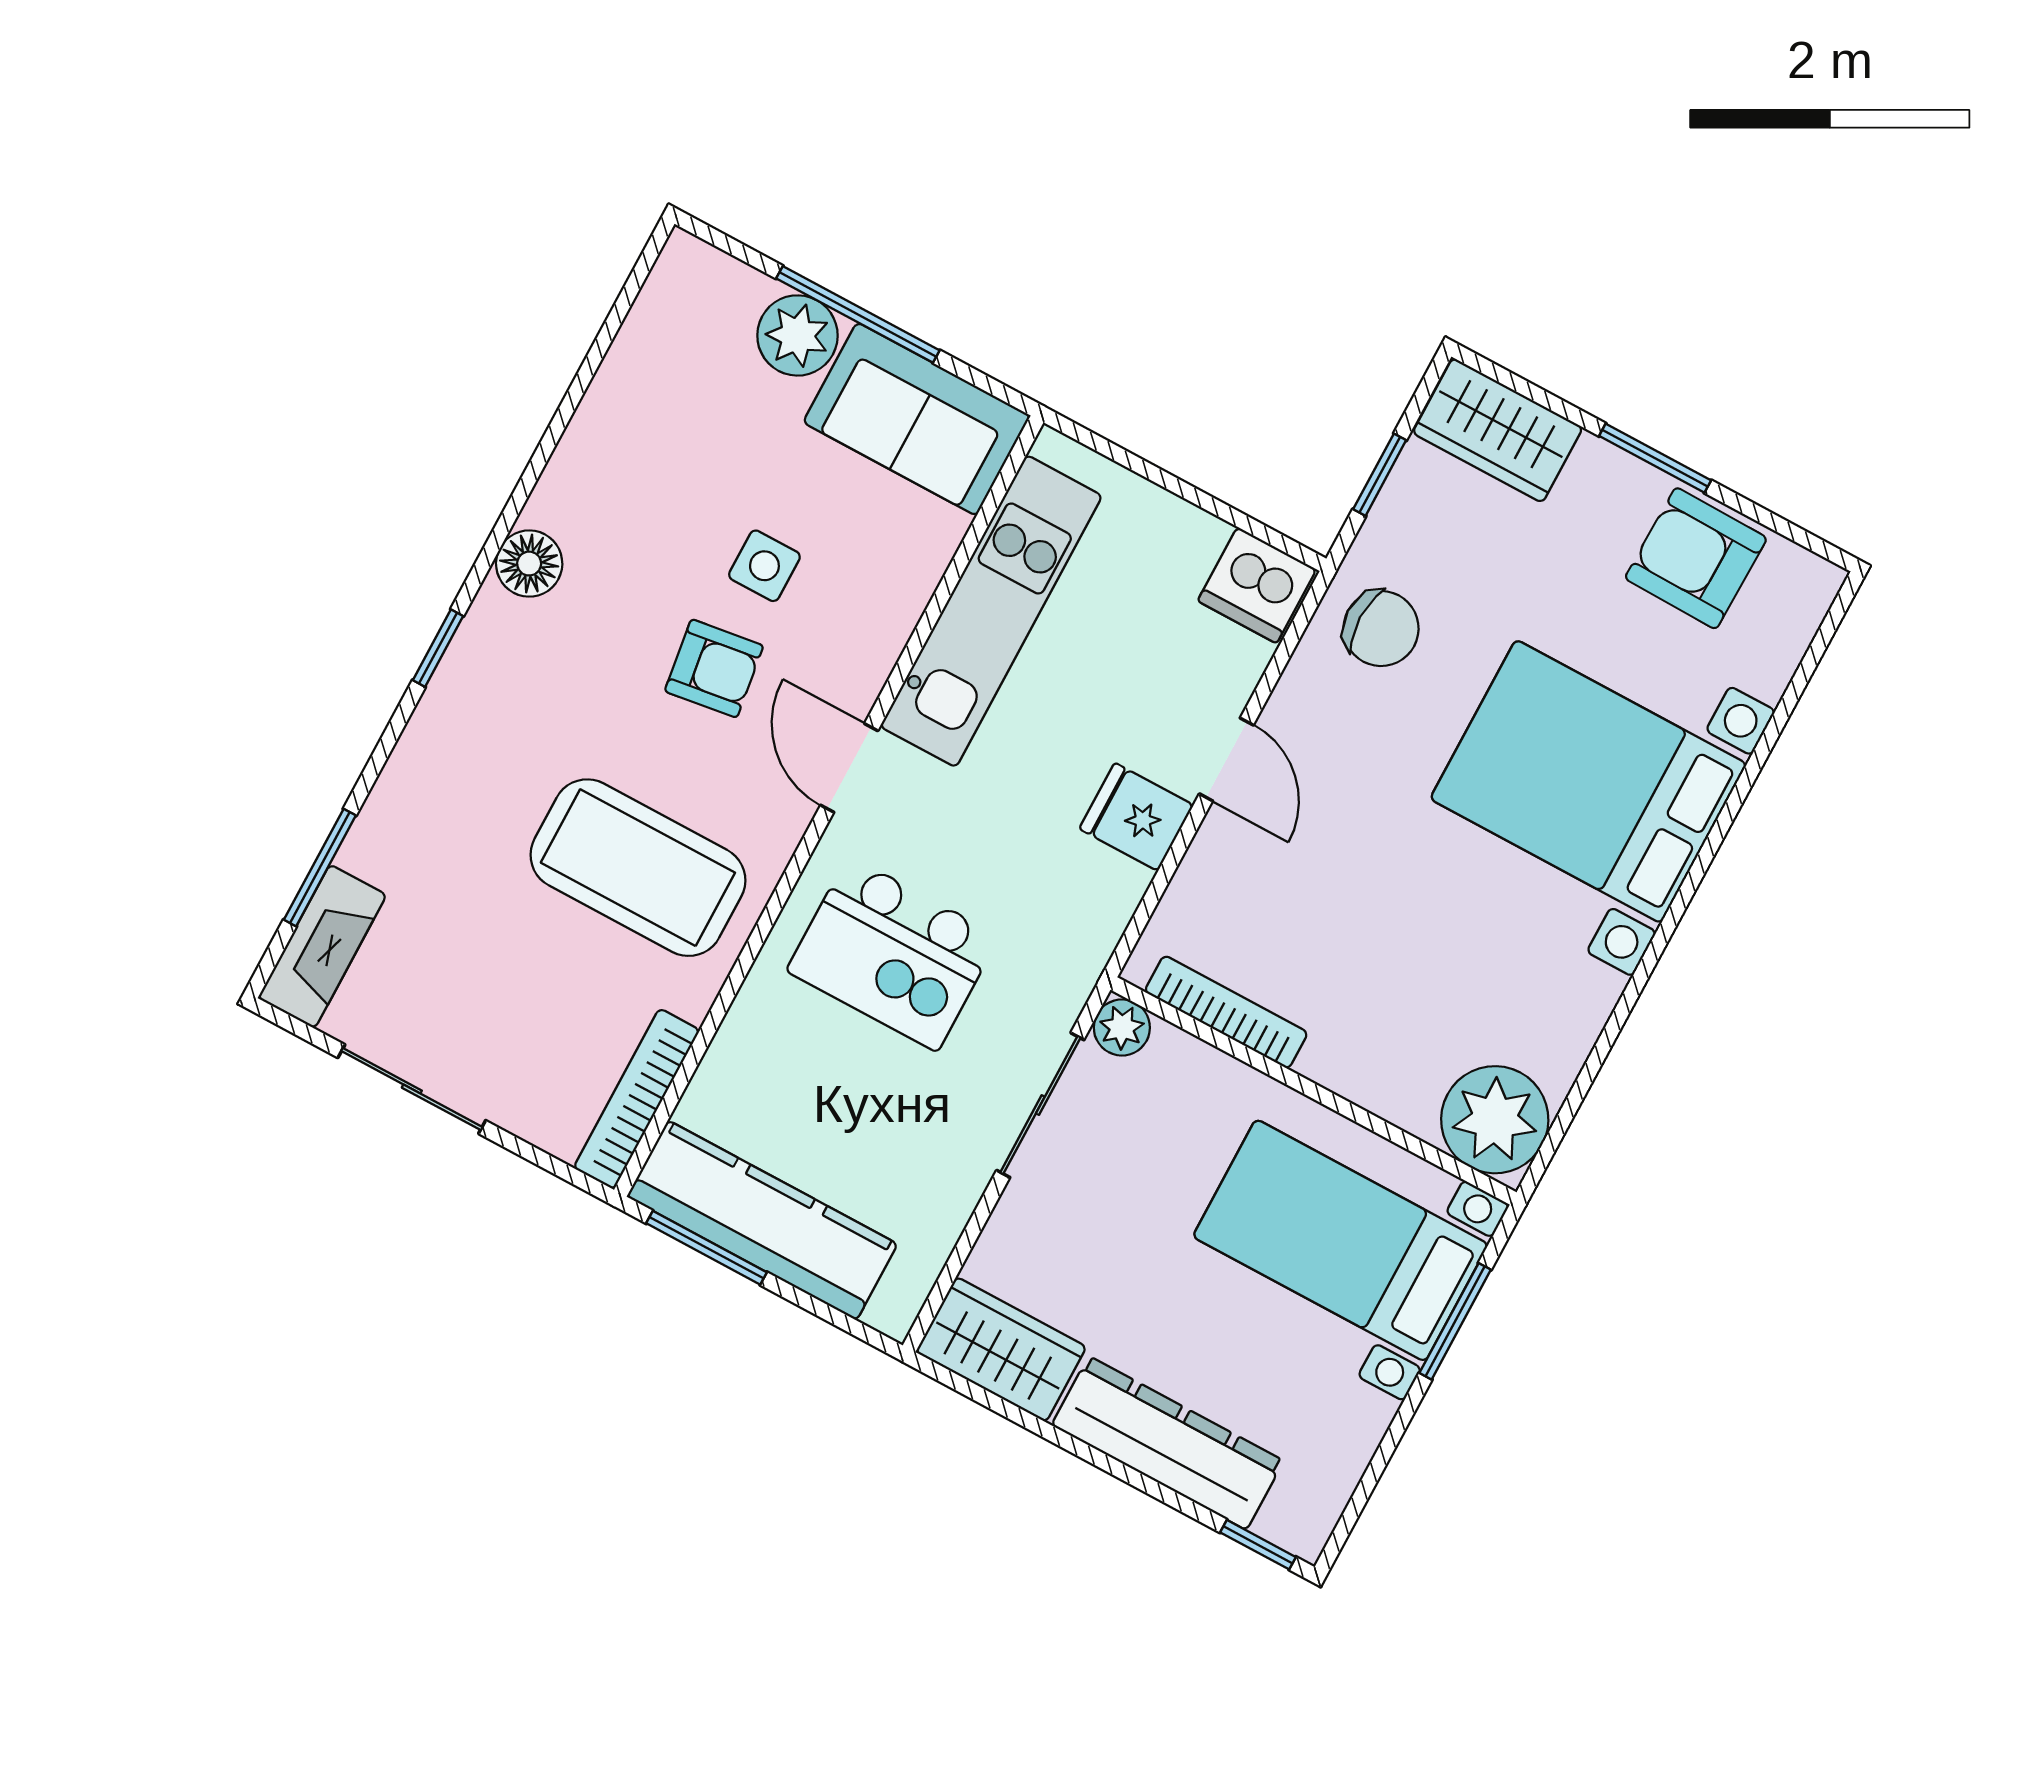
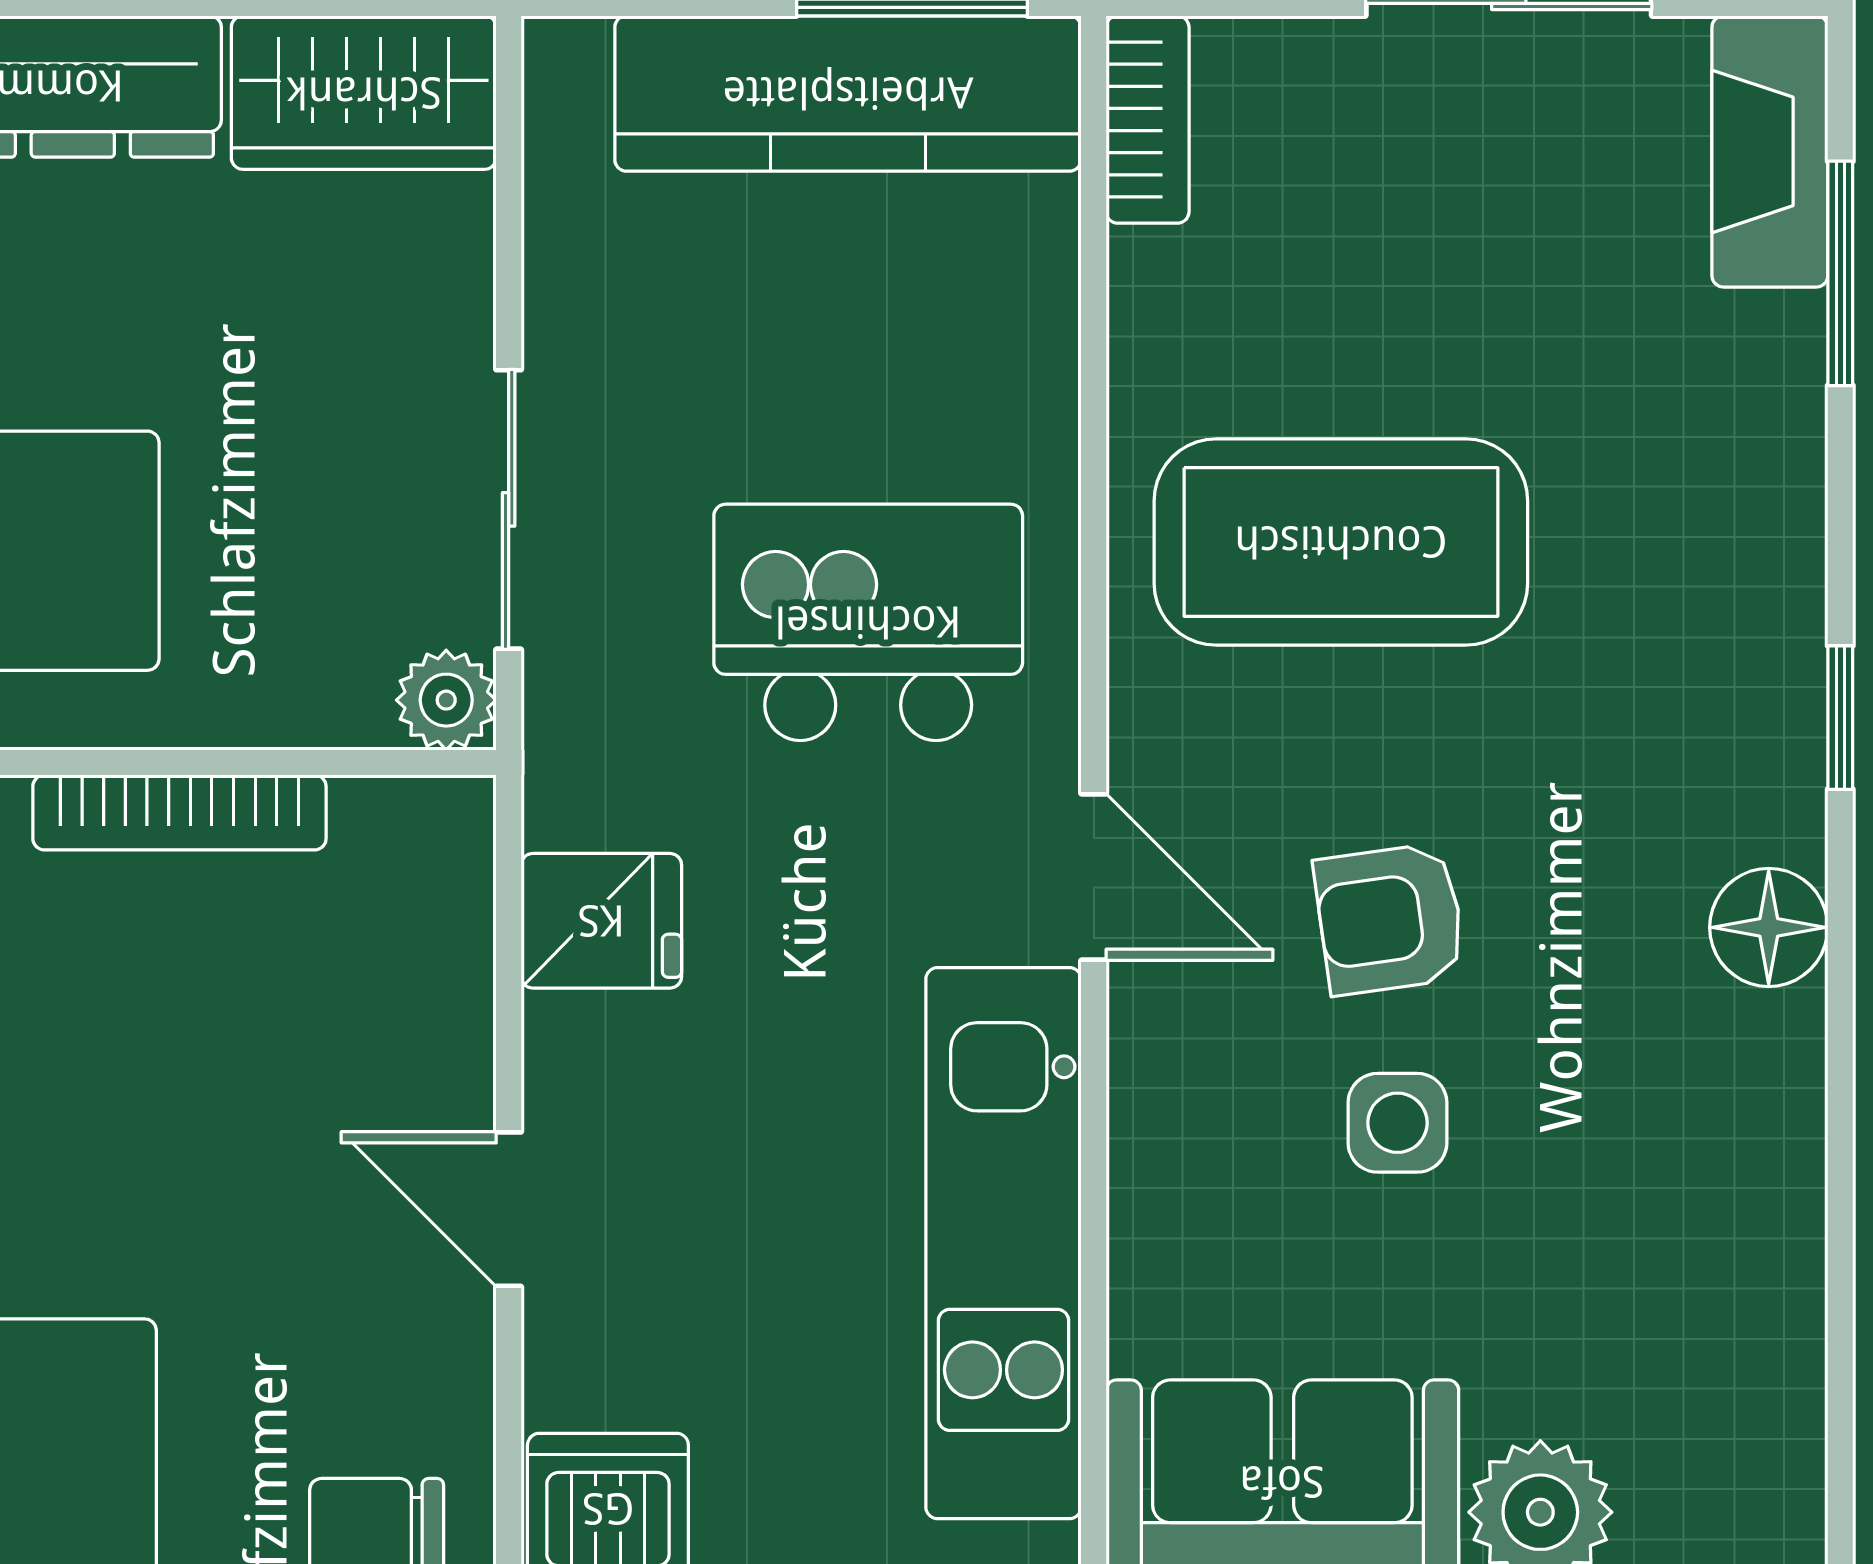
fridge: (1136, 817) -> (601, 921), moved
bookcase: (1226, 1012) -> (179, 812), moved
bookcase: (637, 1099) -> (1148, 119), width x0.64

